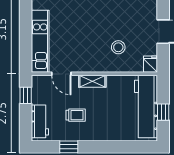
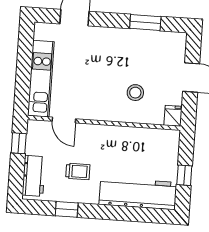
shelving: (92, 81) -> (101, 132), removed
workbench: (146, 106) -> (138, 193), moved, turned 90

